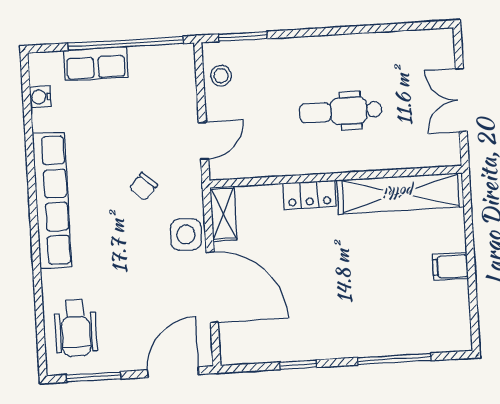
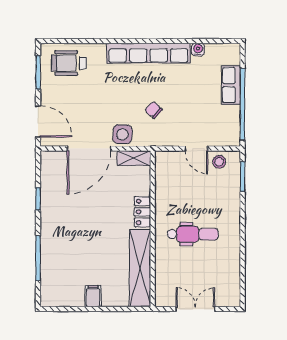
water cooler: (40, 97) -> (198, 50), moved
dental chair: (341, 111) -> (193, 234), turned 90
door: (203, 141) -> (196, 149), moved

